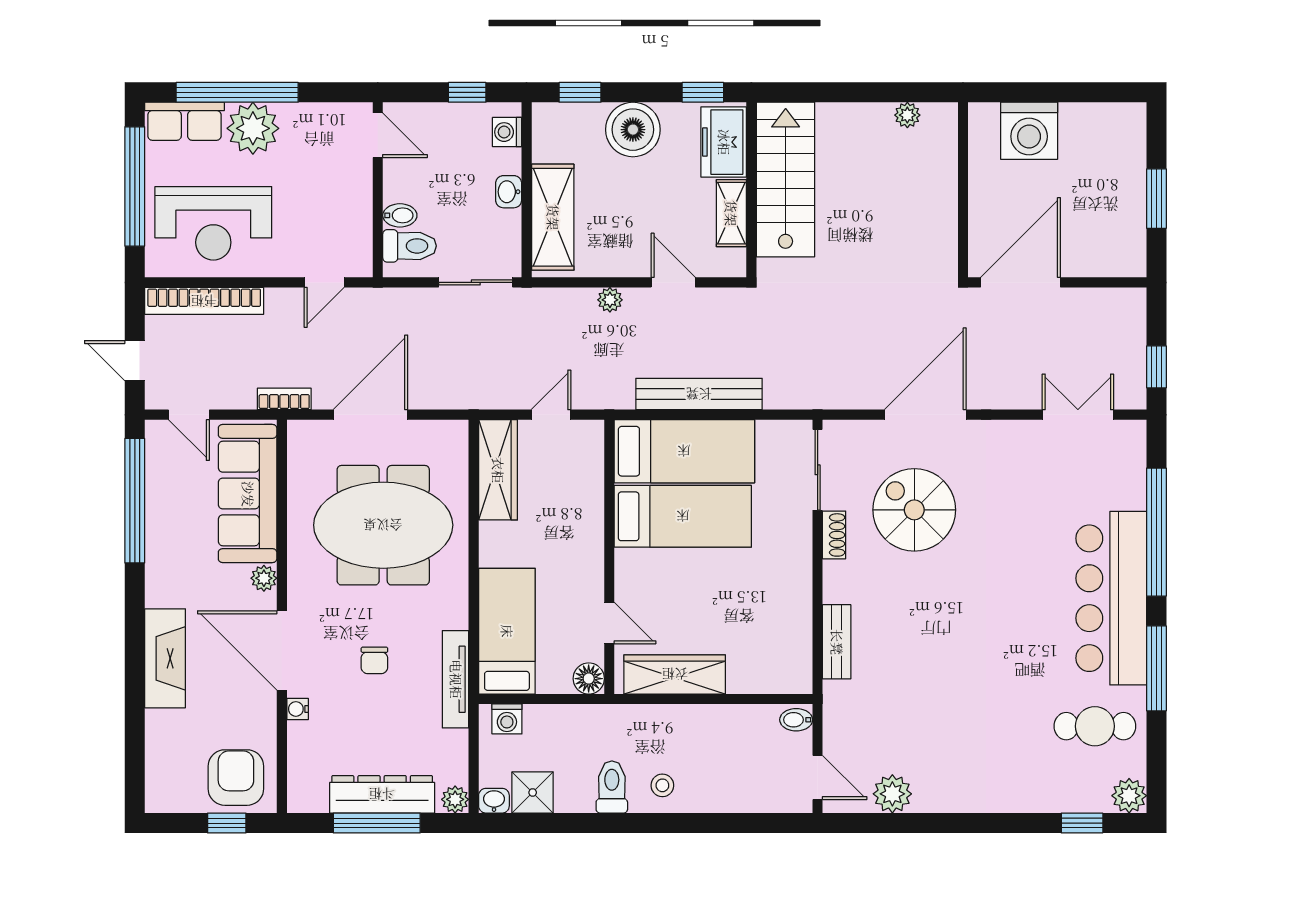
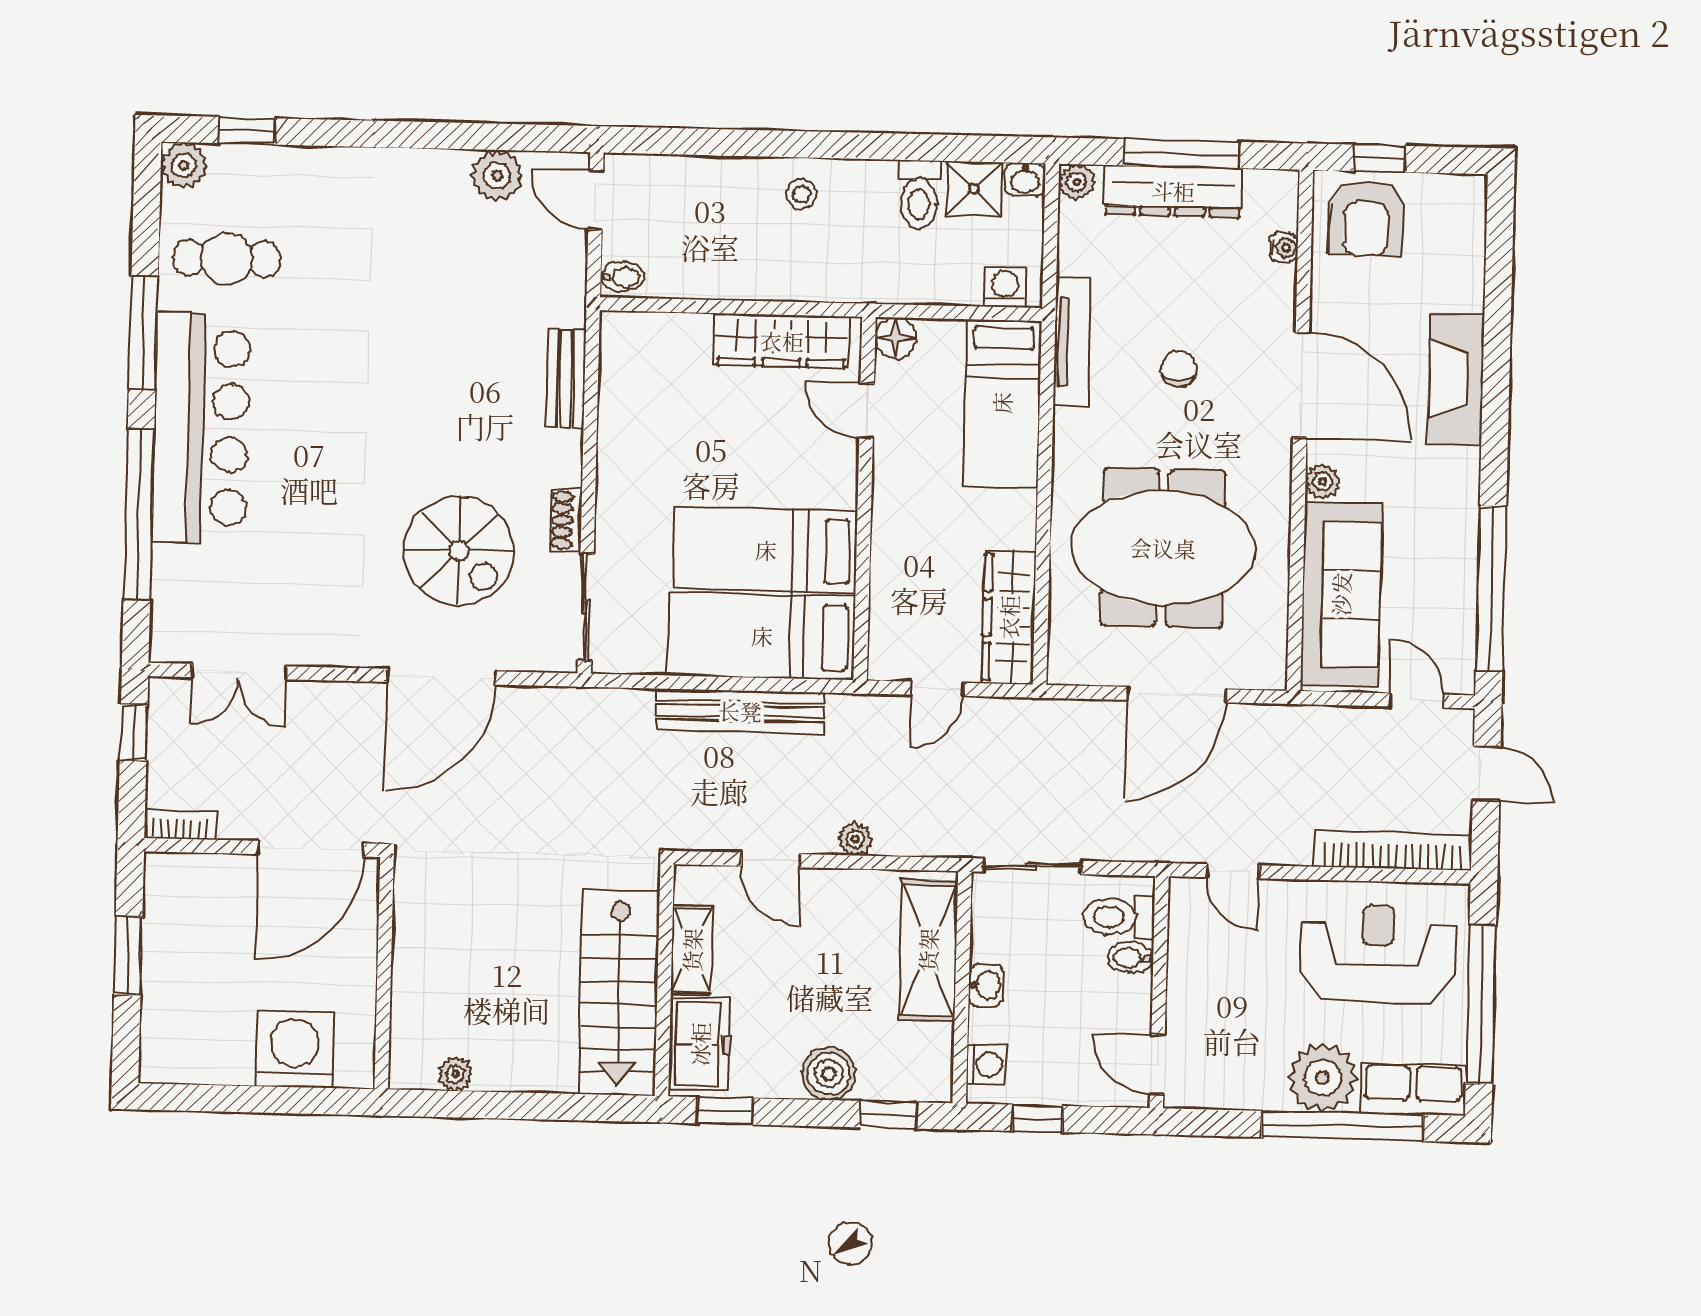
boiler: (633, 130) -> (829, 1074), width x0.73, depth x0.73
door: (324, 282) -> (1233, 871), swing flipped
bookcase: (284, 399) -> (180, 825), moved, turned 180
water cooler: (298, 709) -> (1284, 248), moved
toilet: (612, 787) -> (919, 195), moved

